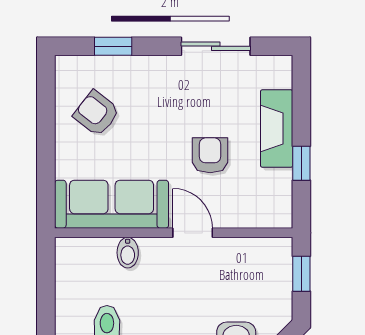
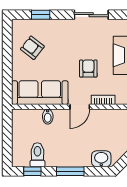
bookcase: (240, 219) -> (103, 100), added
door: (193, 233) -> (80, 107), swing flipped

